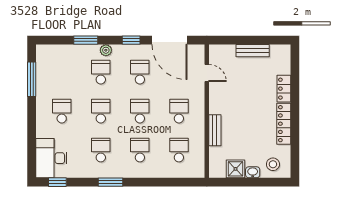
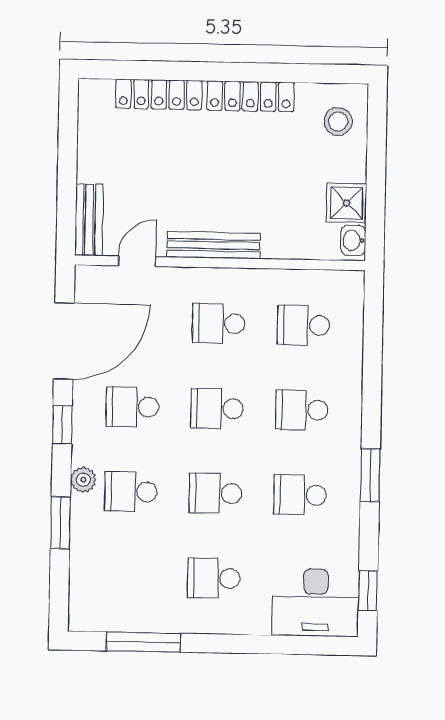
bench: (253, 51) -> (89, 220), moved
locker: (284, 89) -> (159, 94), width x1.53
bench: (215, 130) -> (214, 245), moved, width x1.36
washbasin: (253, 172) -> (353, 240), moved

